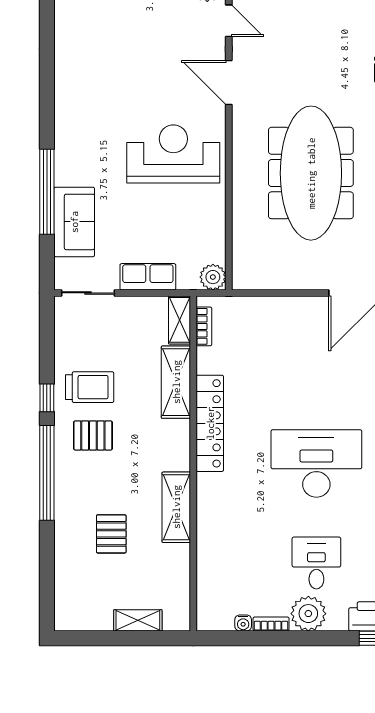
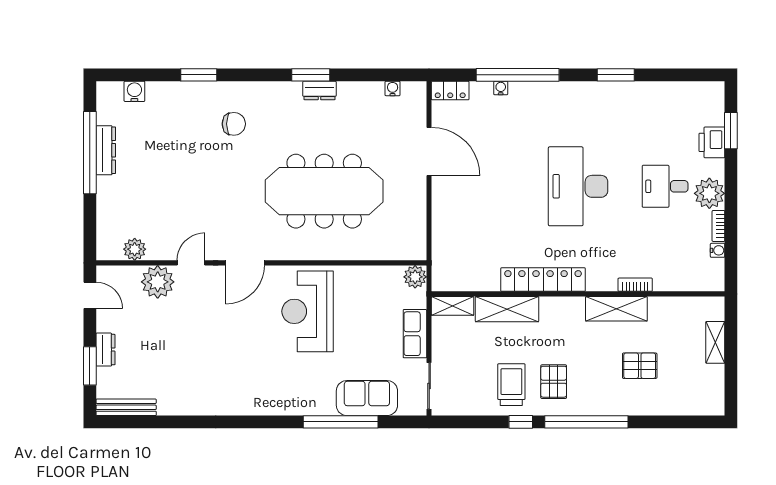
bookcase: (204, 326) -> (635, 285), moved

